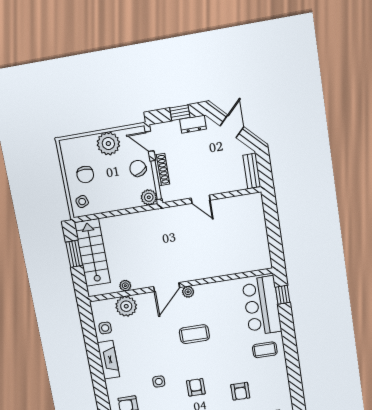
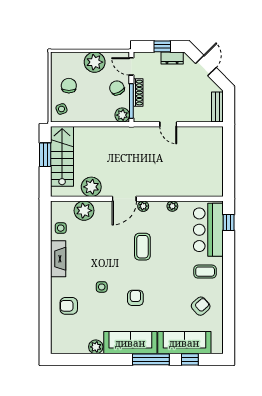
chair: (85, 175) -> (69, 86), turned 180
plant: (125, 286) -> (91, 187), width x1.87, depth x1.87
plant: (219, 287) -> (172, 206), added
coffee table: (194, 334) -> (142, 247), turned 90
armchair: (240, 391) -> (201, 306), moved, turned -132

